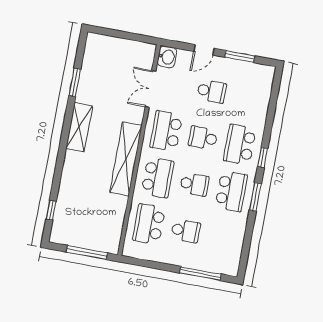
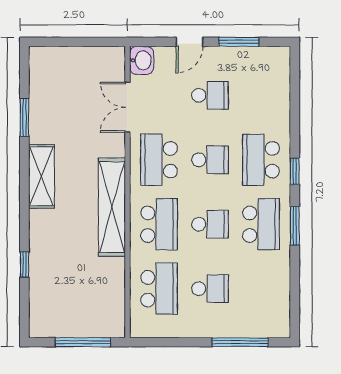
school desk: (203, 138) -> (210, 160), turned 180
window: (51, 210) -> (24, 265), moved
school desk: (149, 224) -> (159, 289), turned 180

